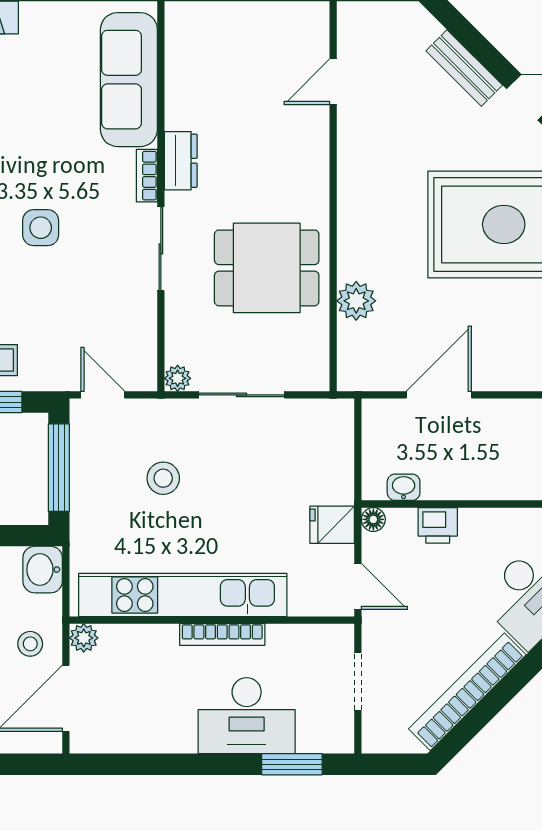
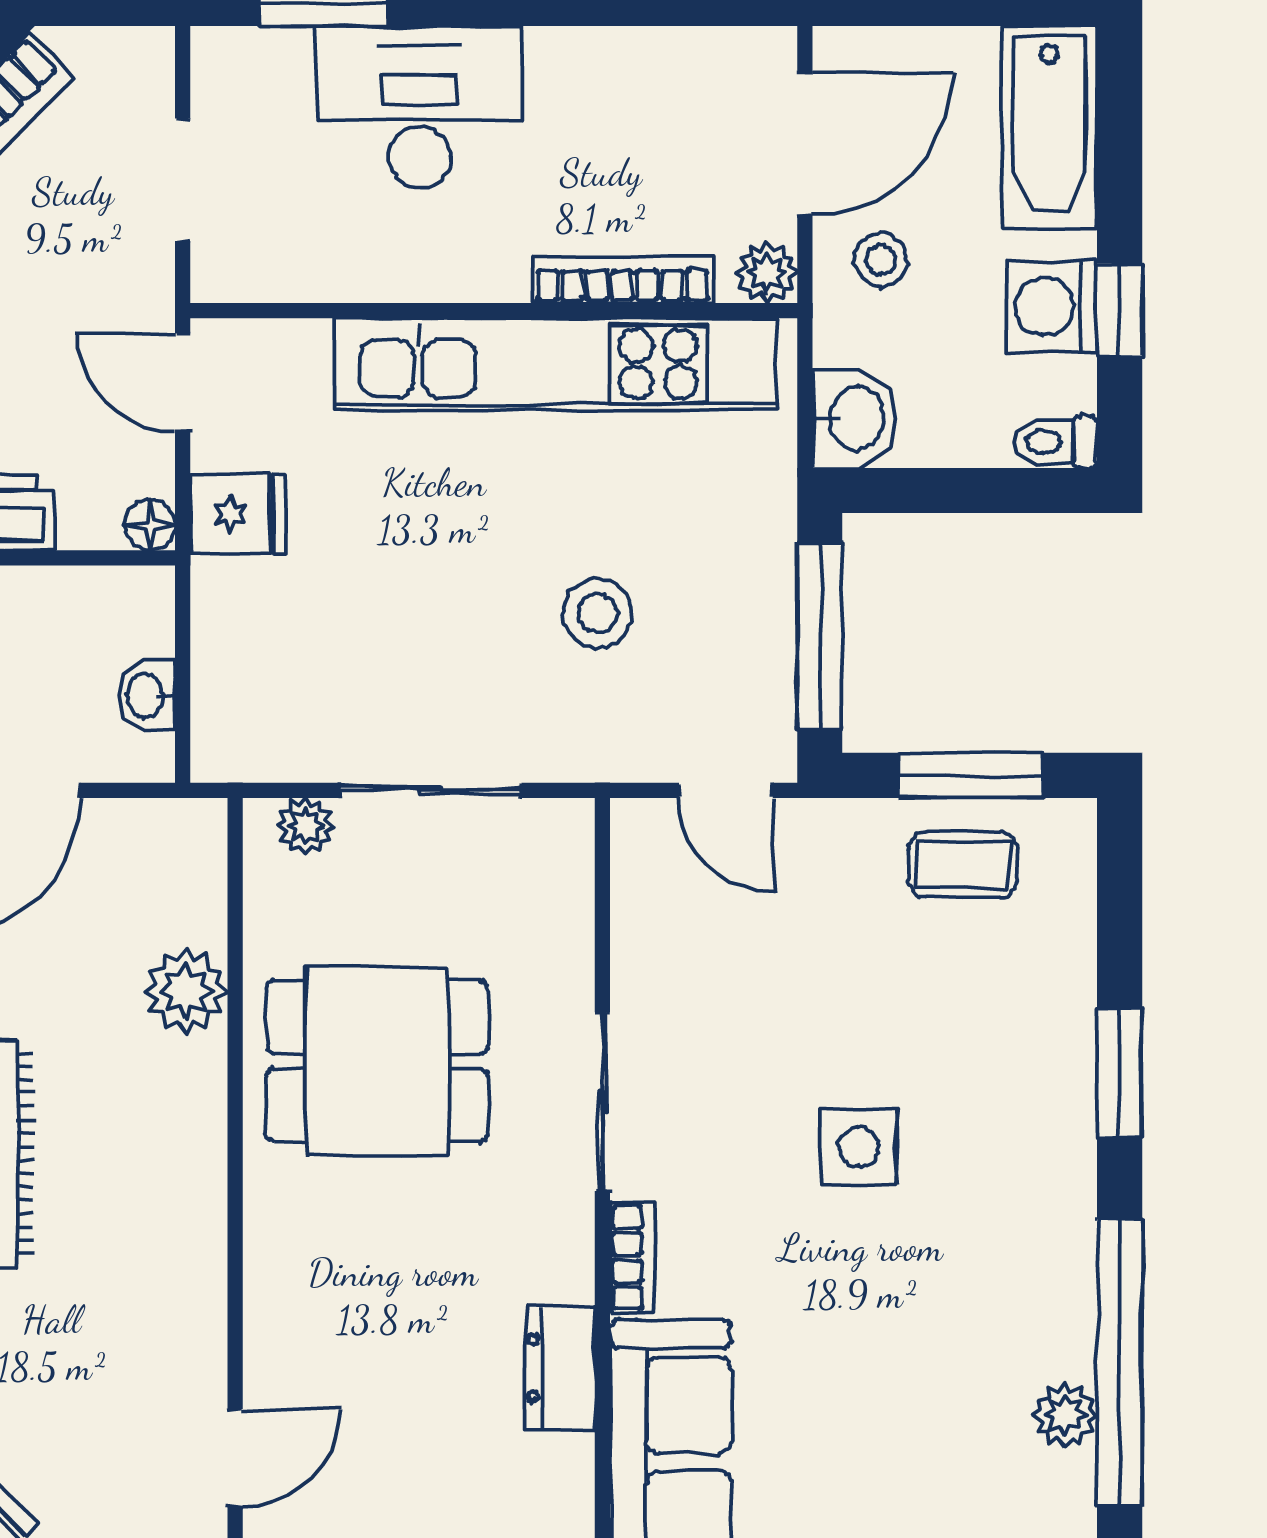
dresser: (181, 161) -> (560, 1368), moved
plant: (178, 378) -> (305, 826), moved
washbasin: (404, 487) -> (147, 695), moved, turned 90
bookcase: (222, 634) -> (622, 280), moved

